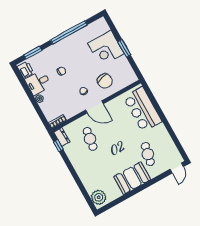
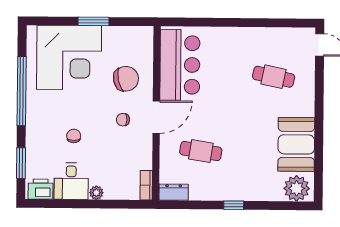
corner desk: (106, 48) -> (69, 58), width x1.36, depth x1.36
bar counter: (143, 109) -> (180, 65), moved, turned -90
window: (58, 146) -> (234, 205), moved
booth: (132, 178) -> (296, 144), moved

